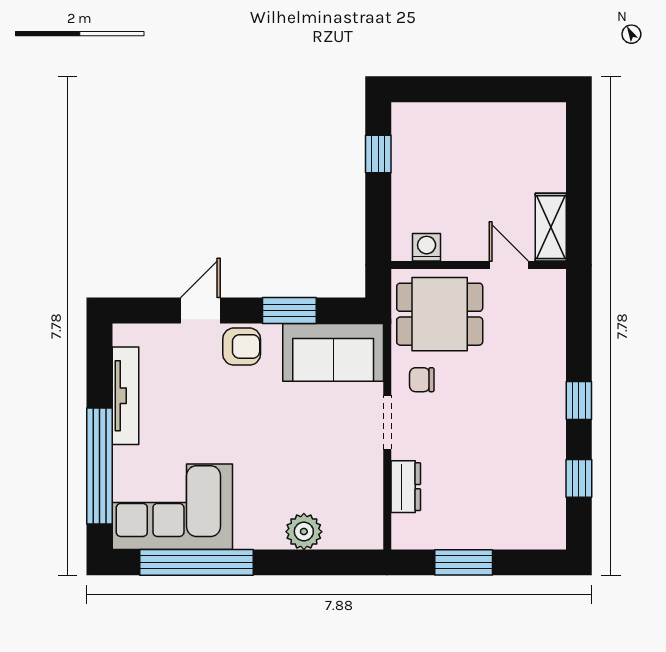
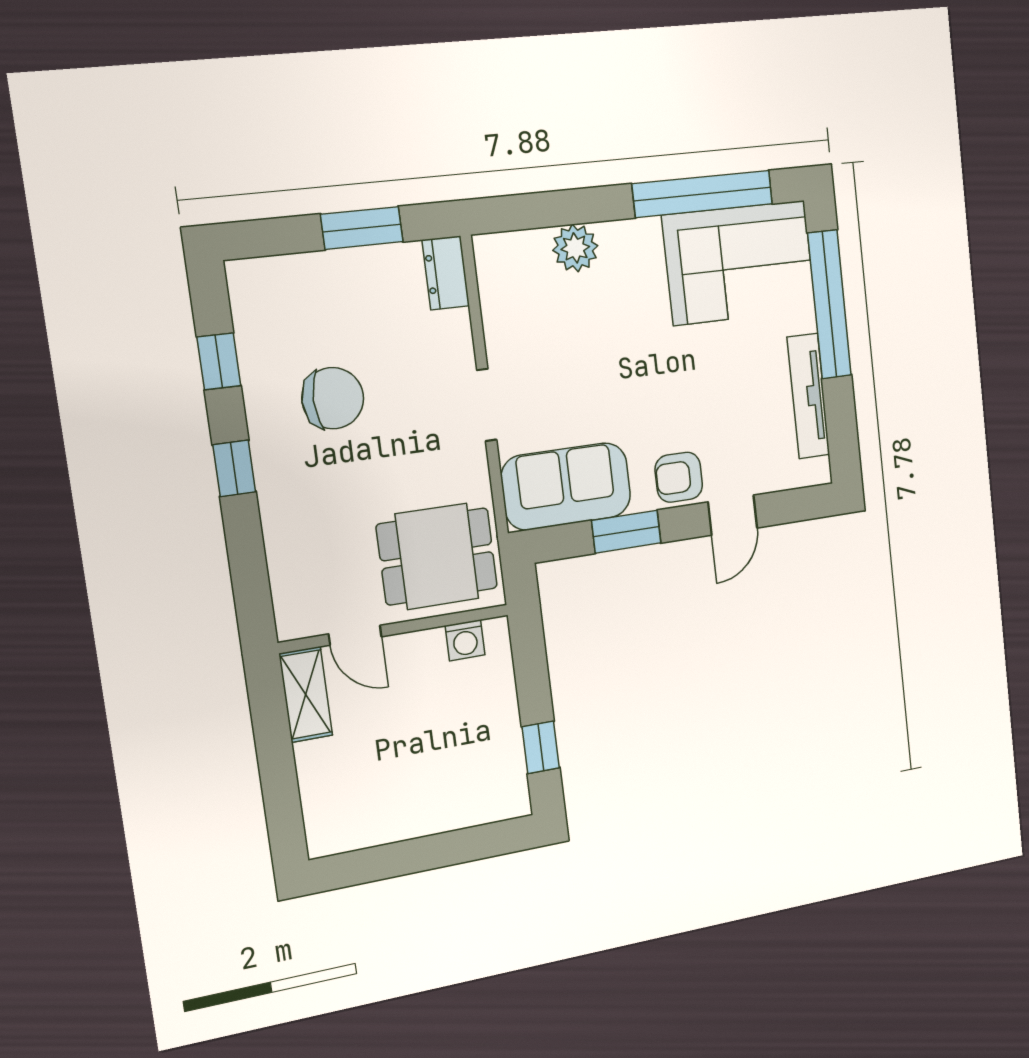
chair: (422, 380) -> (333, 398), moved, width x1.87, depth x1.87
dresser: (406, 487) -> (446, 273), moved

